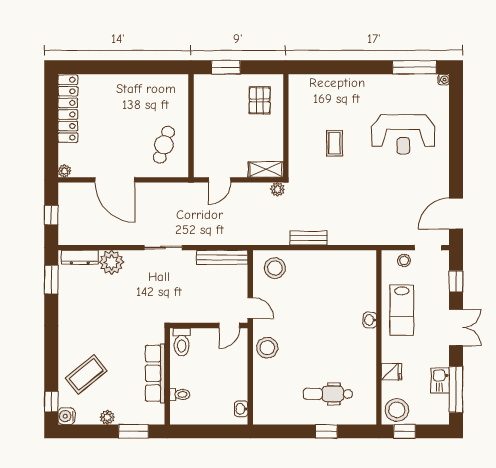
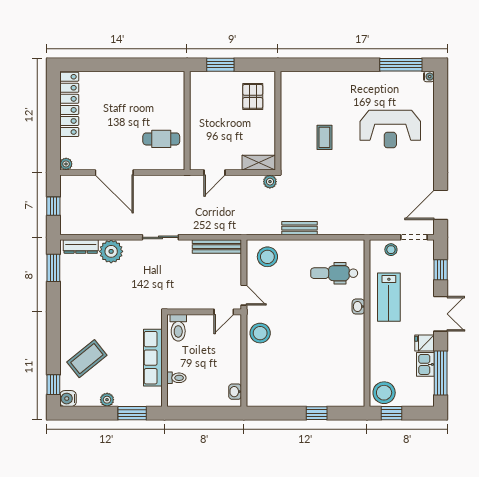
cafe table: (164, 145) -> (161, 139), turned 72
fridge: (392, 372) -> (425, 343), moved, turned 180
dental chair: (328, 394) -> (334, 273), moved

